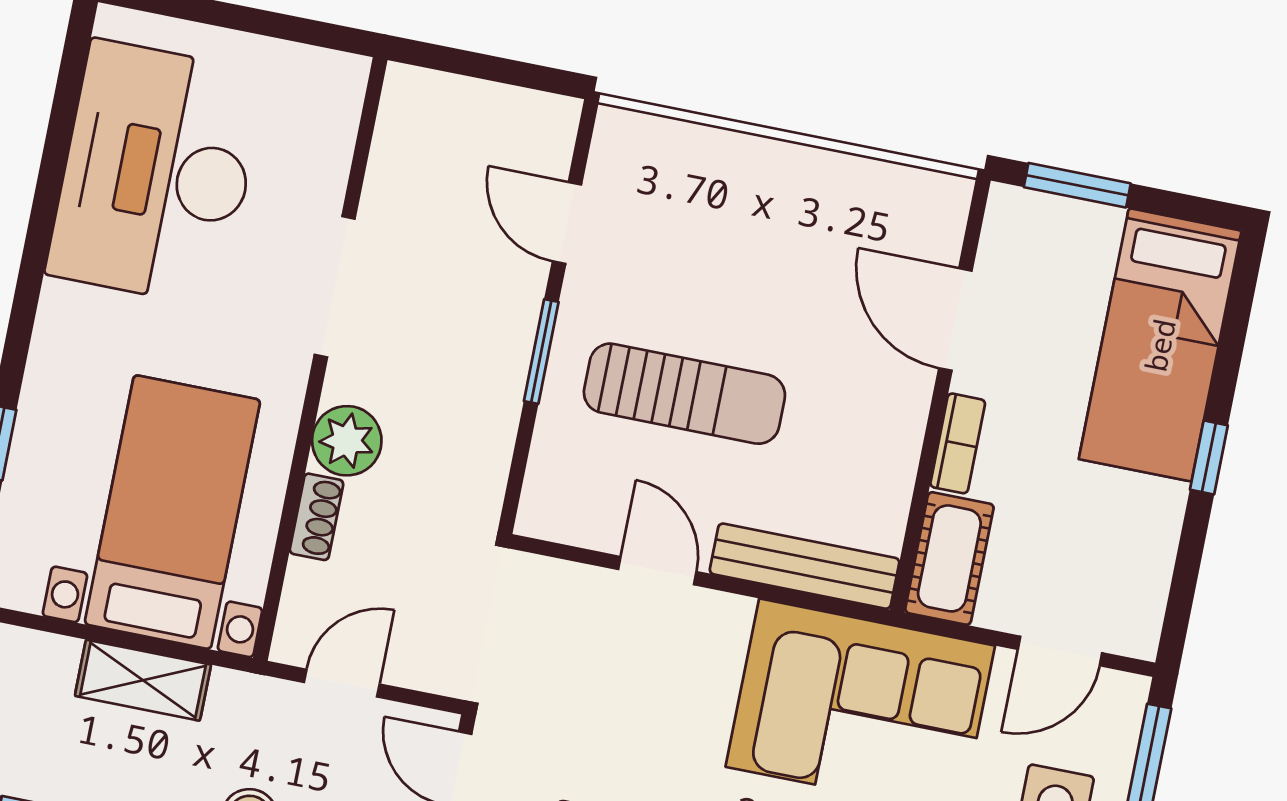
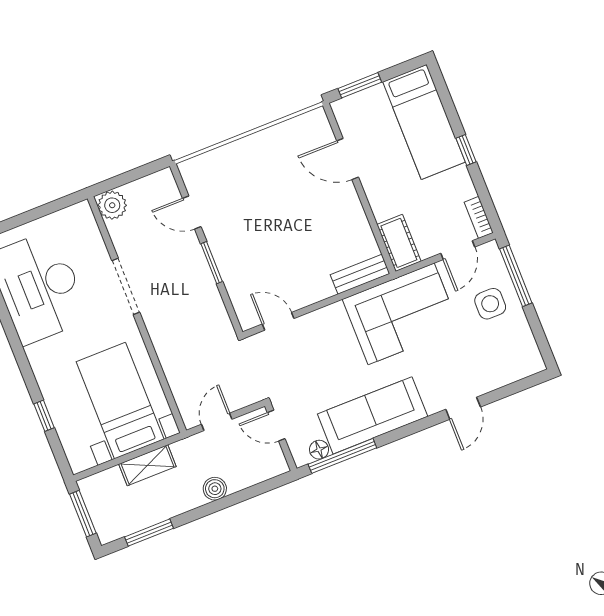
sun lounger: (684, 394) -> (271, 245), removed
plant: (347, 441) -> (112, 205), moved
bookcase: (958, 443) -> (479, 217), moved, turned 180
shoe rack: (316, 517) -> (171, 370), removed
bench: (805, 566) -> (360, 274), width x0.73
door: (657, 571) -> (278, 321), moved

